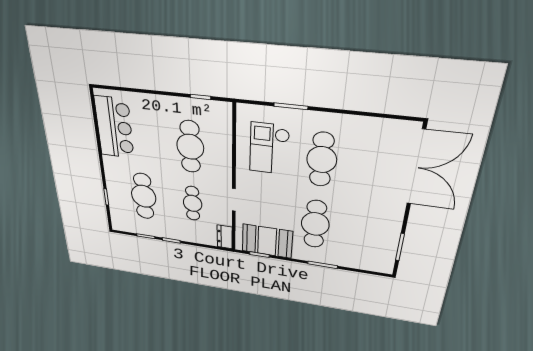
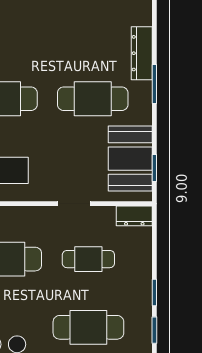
dresser: (348, 261) -> (142, 53), added

